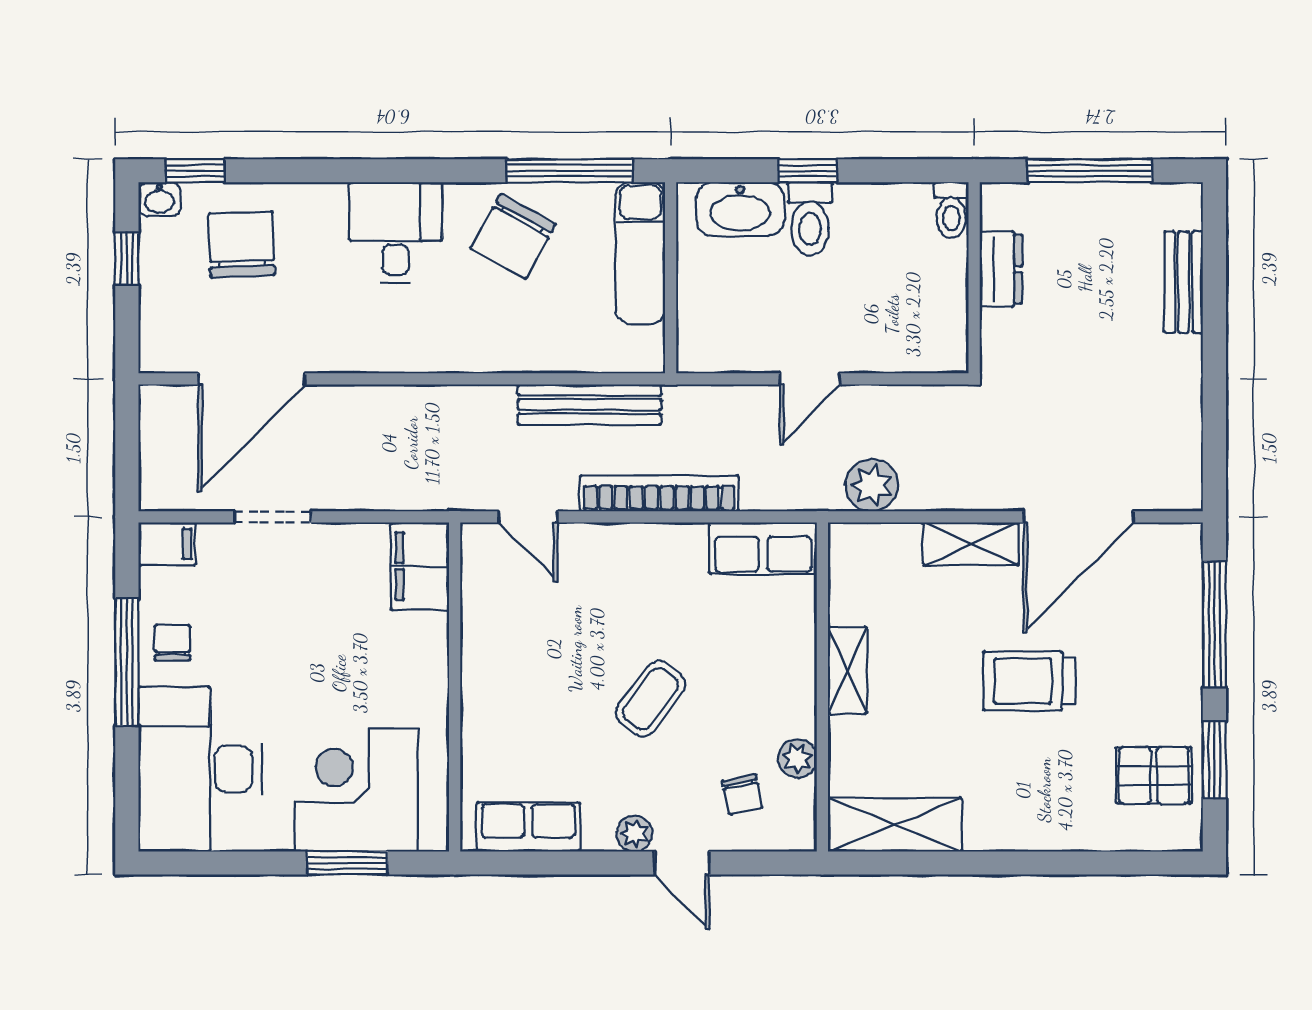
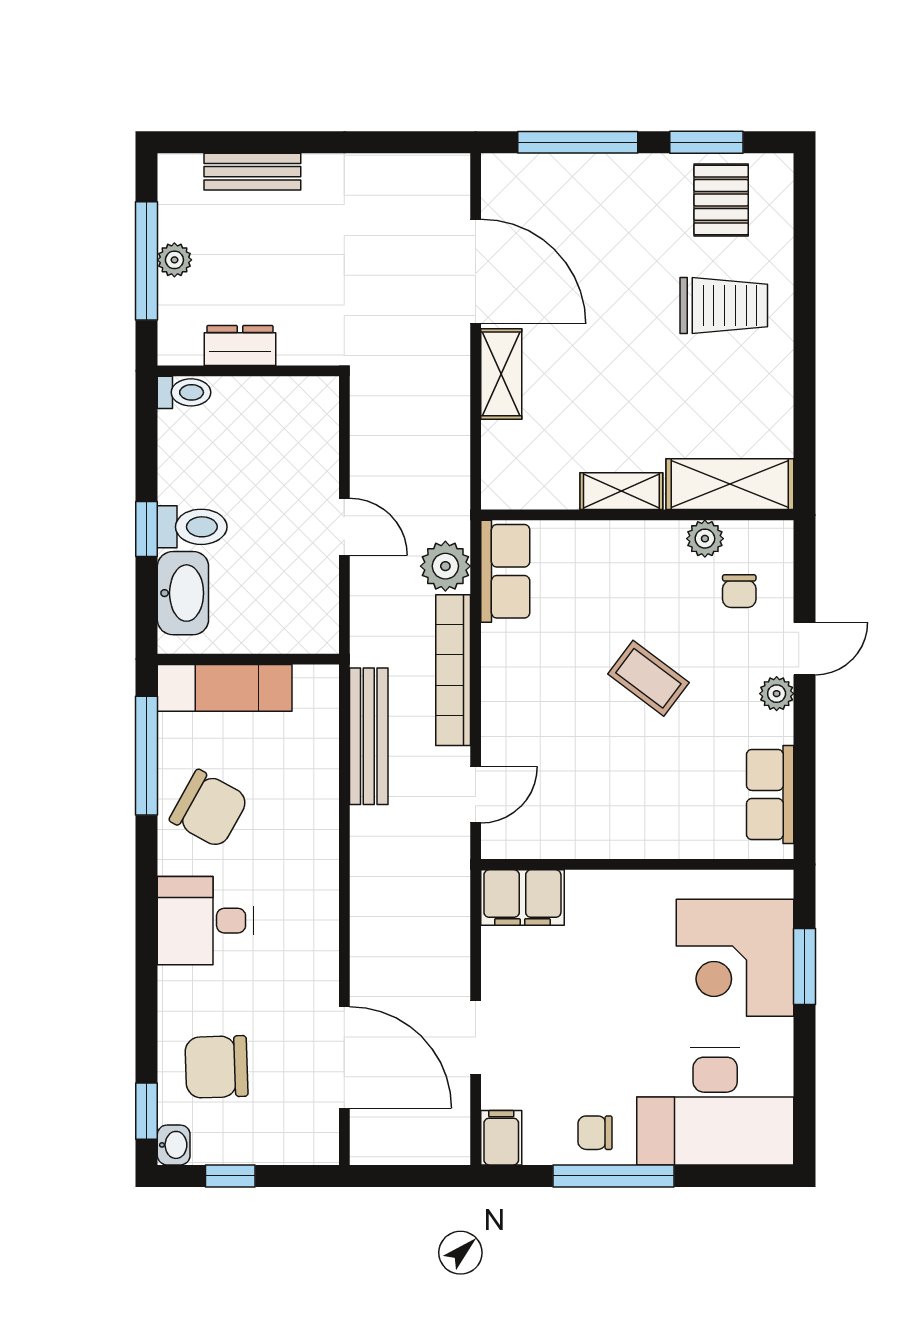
plant: (1091, 200) -> (174, 260), added
plant: (872, 485) -> (445, 566), moved
trolley: (1029, 681) -> (724, 305), moved, turned -90
chair: (742, 794) -> (739, 591), turned 102
shelving: (895, 825) -> (730, 484), moved, turned 90

